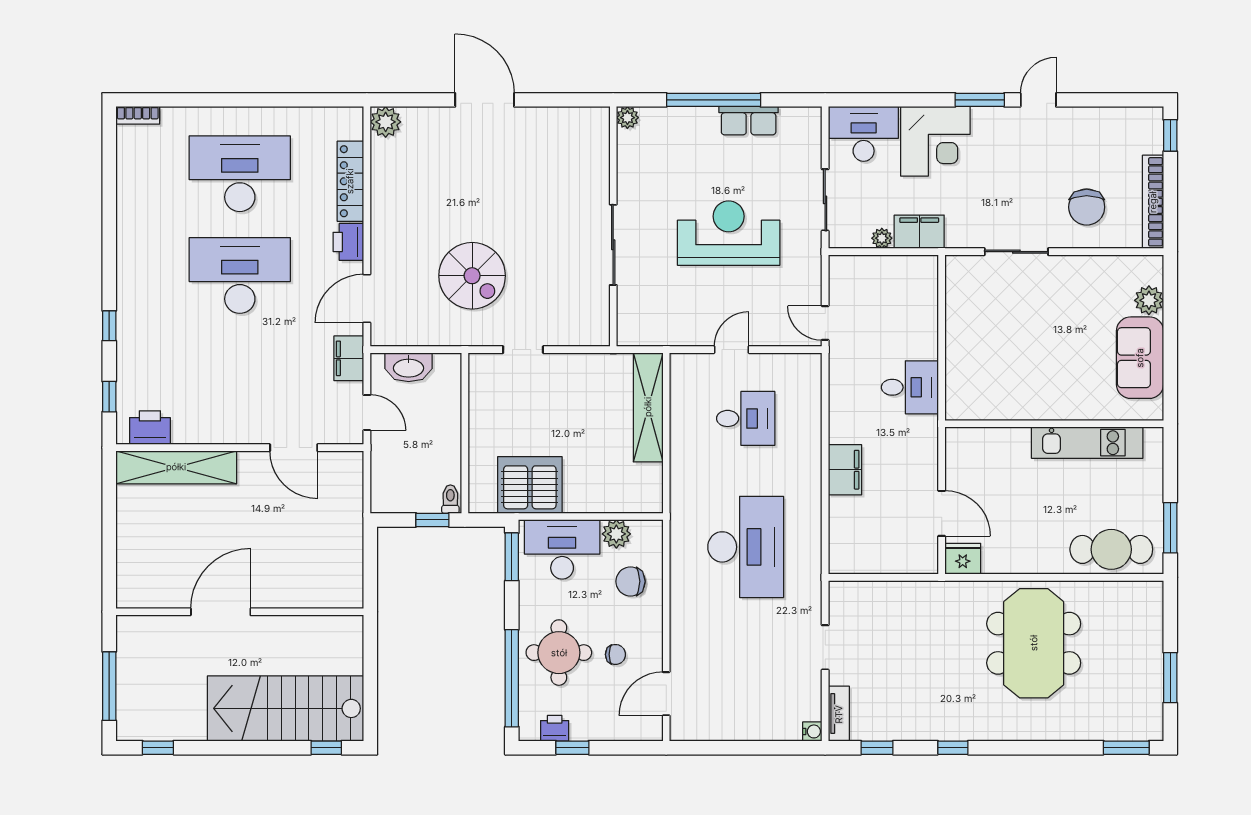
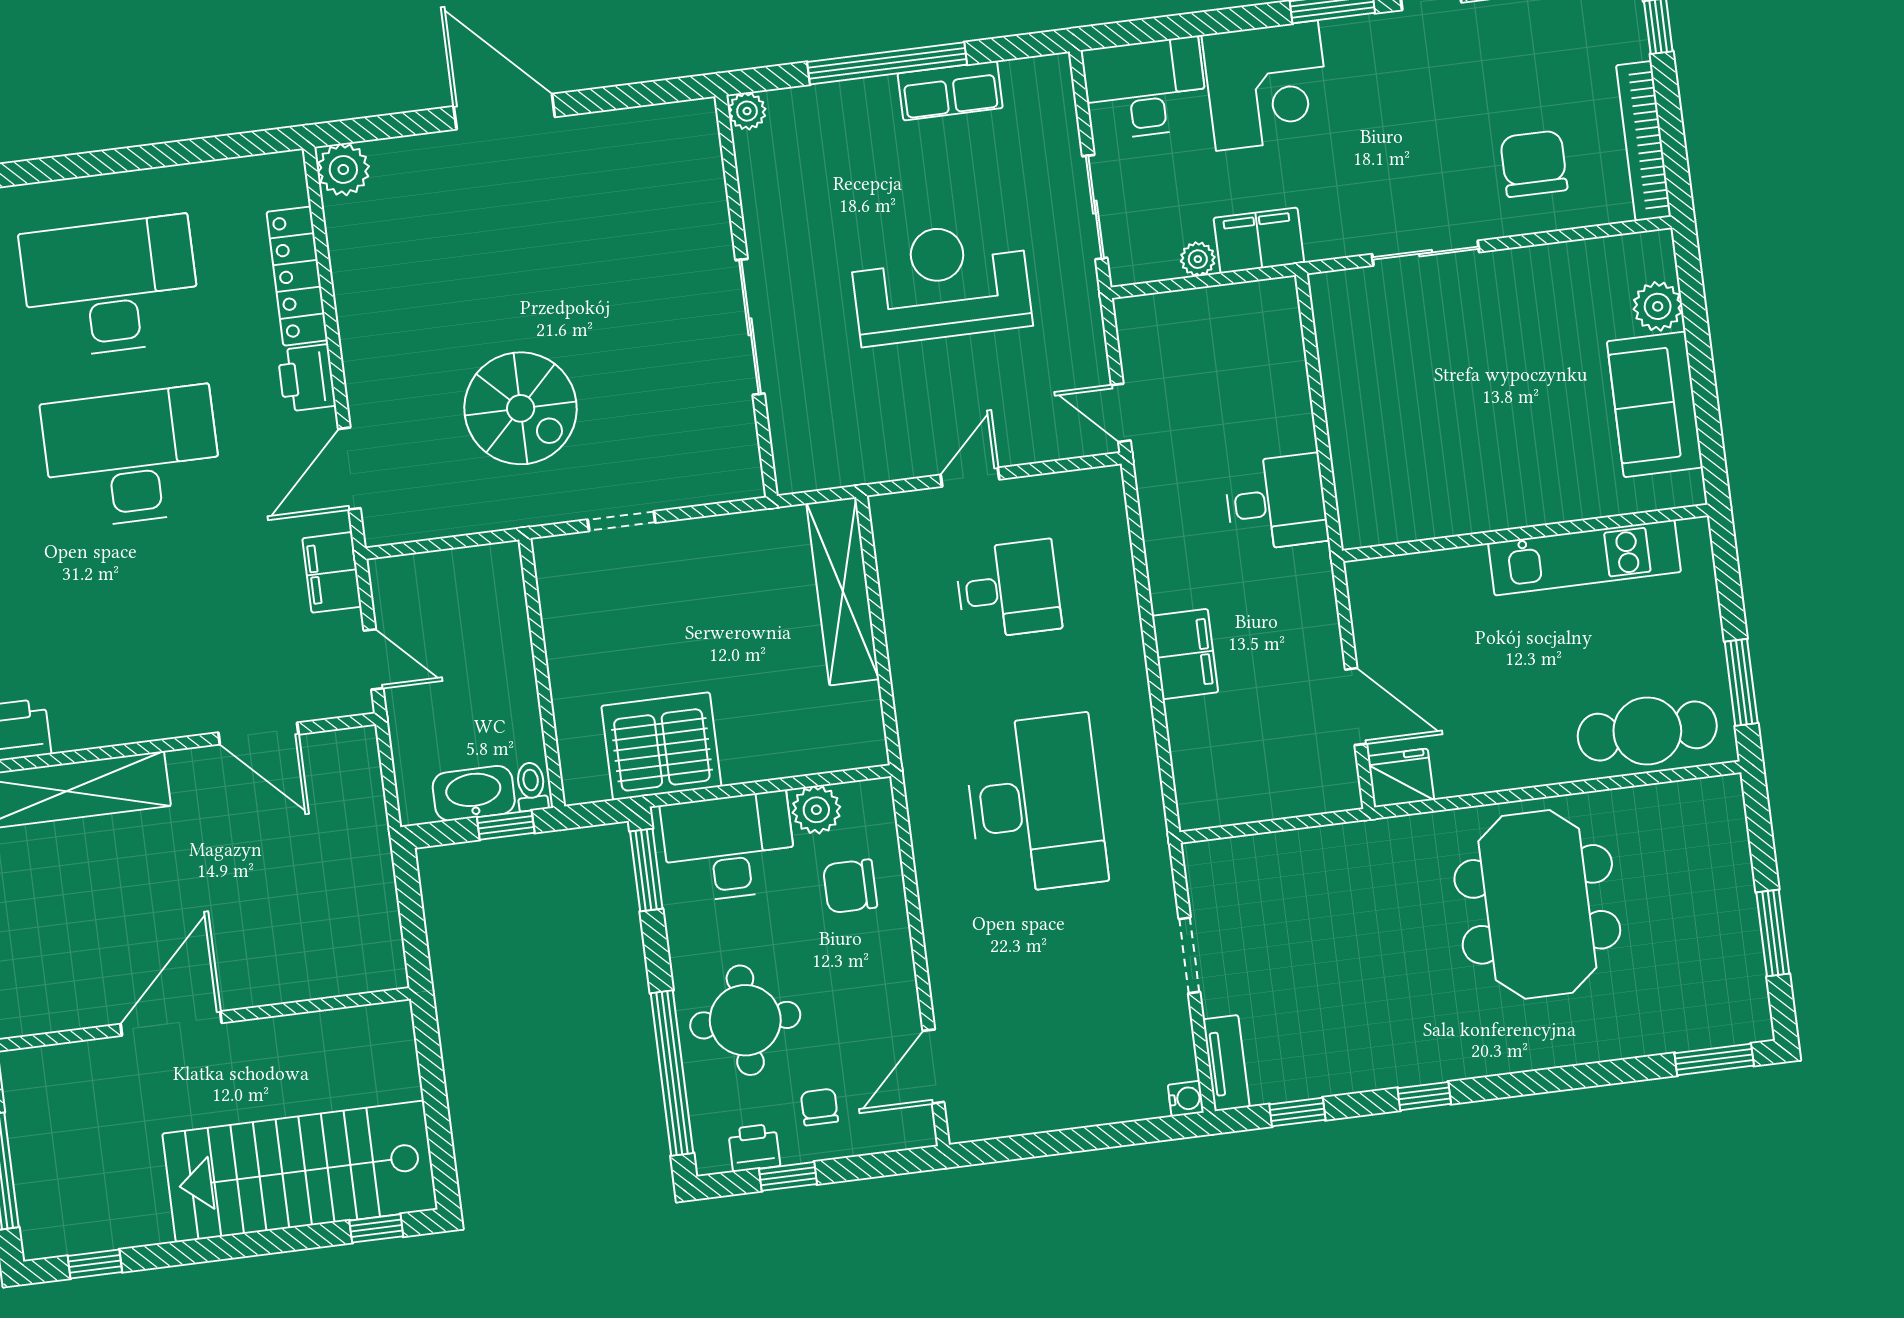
chair: (1087, 207) -> (1534, 164), turned 180
washbasin: (409, 367) -> (474, 793), moved, turned 180
chair: (615, 654) -> (819, 1107), moved, turned -90

